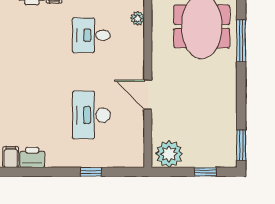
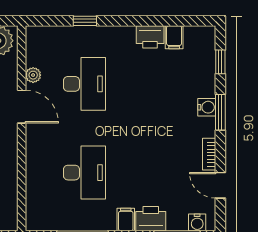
plant: (138, 18) -> (33, 75), moved
desk: (91, 35) -> (84, 173), width x1.37

